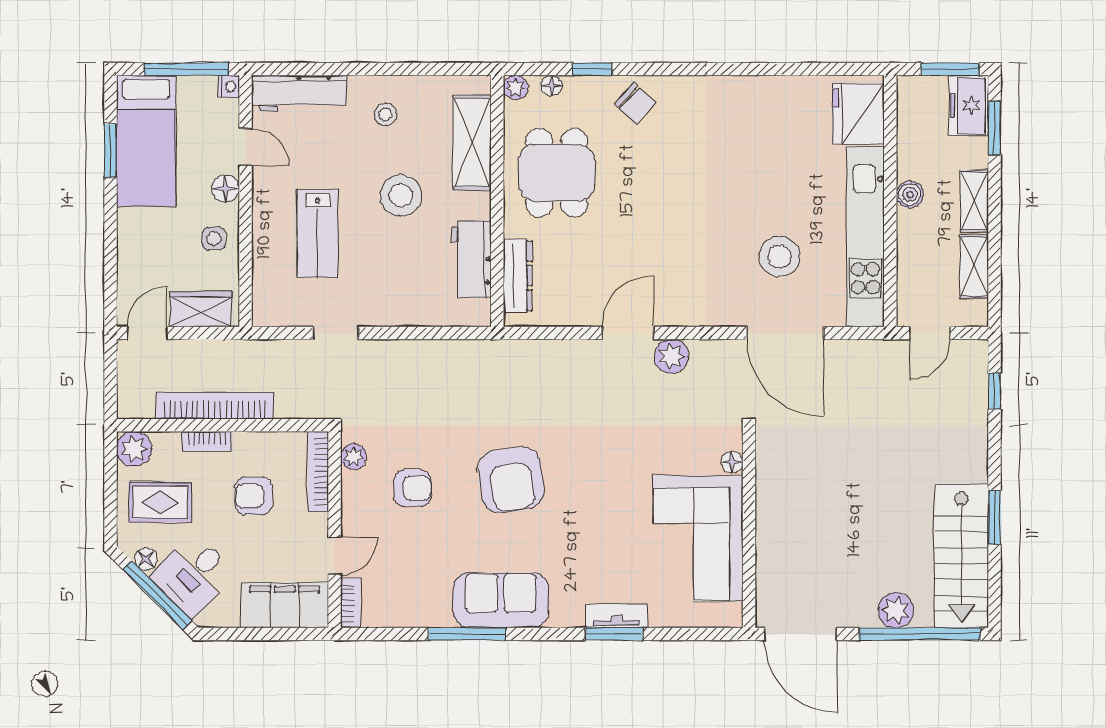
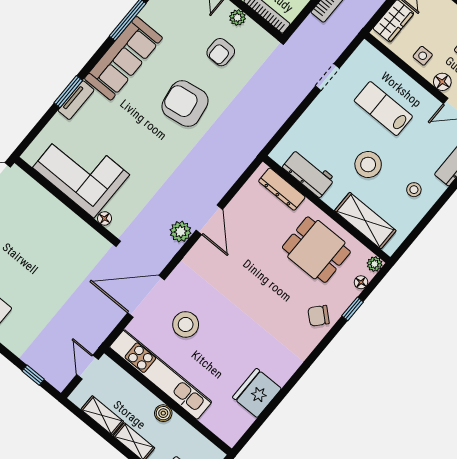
fridge: (858, 114) -> (257, 393), moved, turned -90
plant: (354, 457) -> (237, 18), moved
sofa: (501, 600) -> (124, 58), width x1.36

